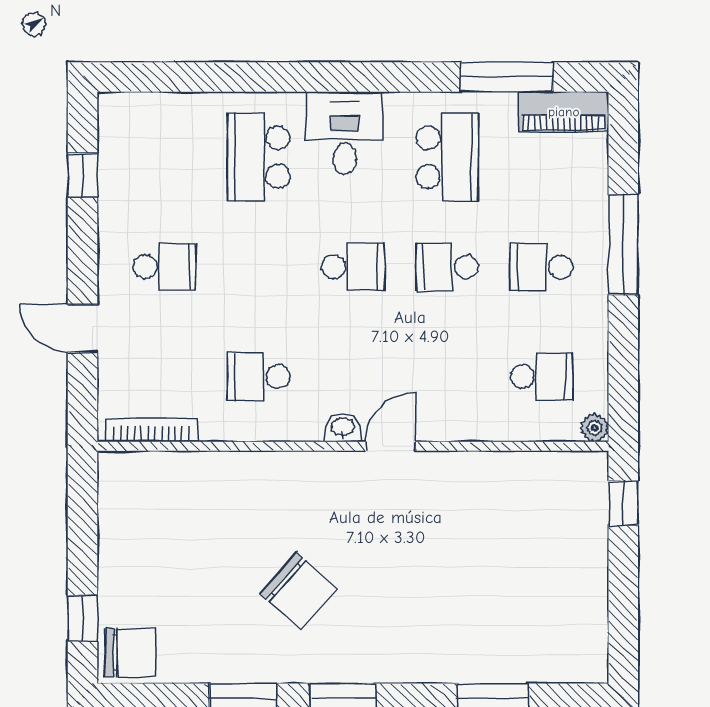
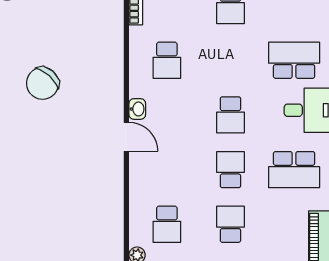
school desk: (259, 376) -> (167, 60), turned 180

